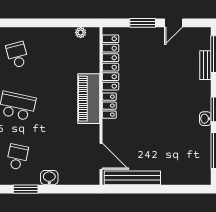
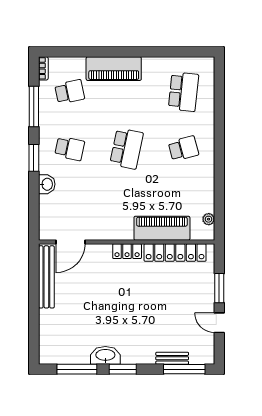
piano: (89, 99) -> (162, 228), moved
washbasin: (205, 119) -> (105, 355), width x1.91, depth x1.45

